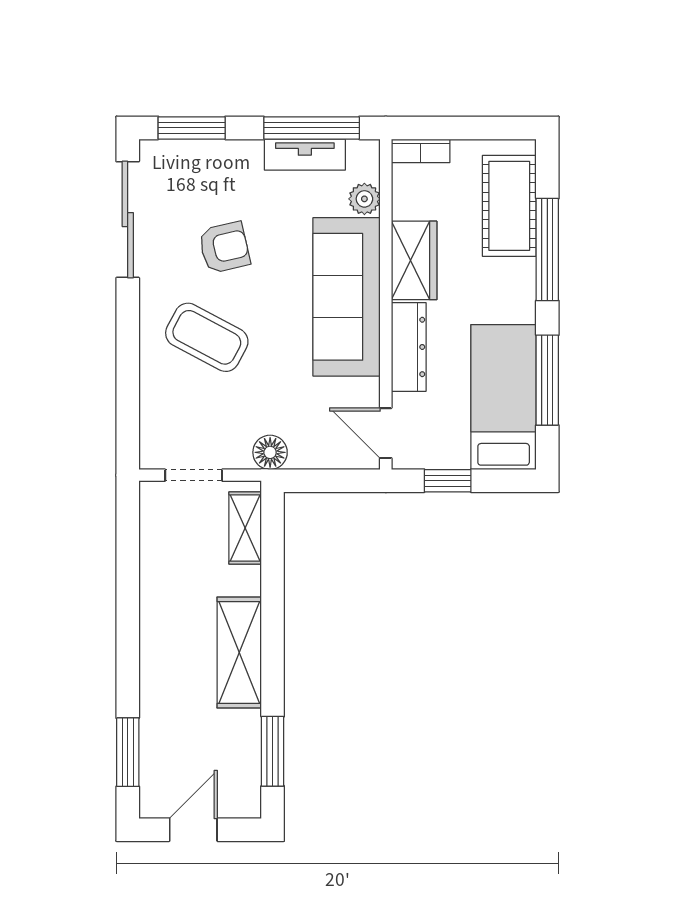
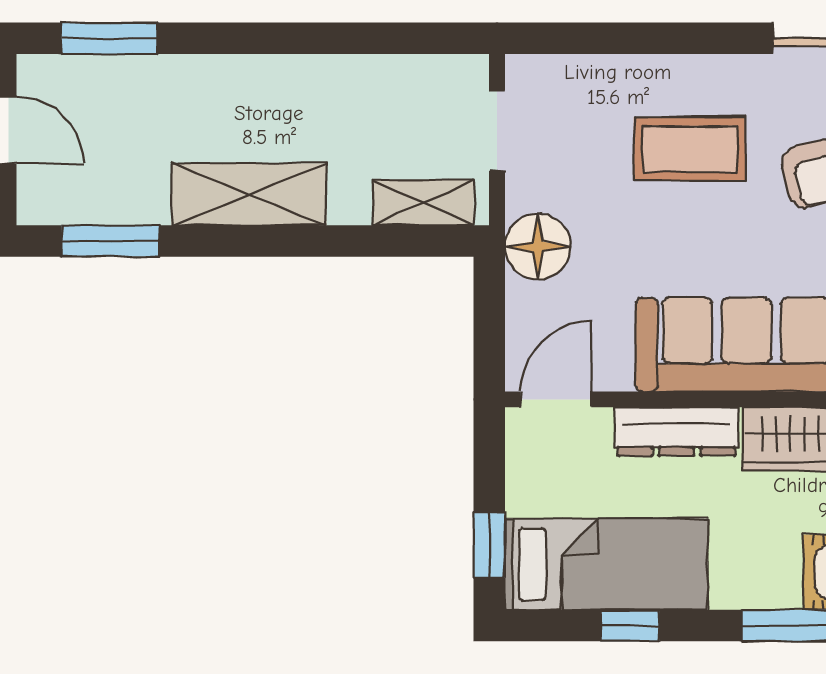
coffee table: (207, 337) -> (690, 149), turned 62
window: (547, 380) -> (630, 625), width x0.46
floor lamp: (270, 452) -> (538, 247), width x1.38, depth x1.38
window: (448, 481) -> (489, 545), moved

